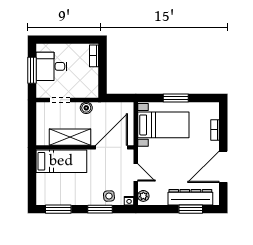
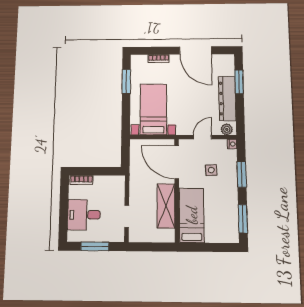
desk: (52, 66) -> (84, 215), moved, turned 90
window: (176, 98) -> (126, 82), moved
boiler: (86, 108) -> (135, 188), removed
side table: (109, 196) -> (211, 170), moved
dresser: (190, 197) -> (227, 98), moved

